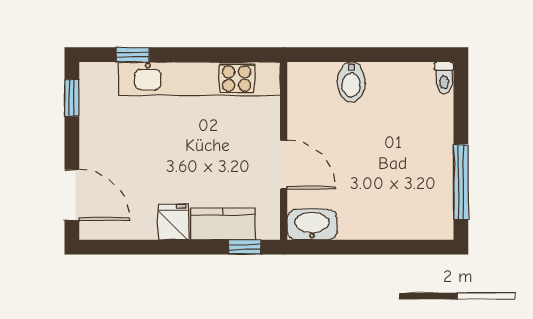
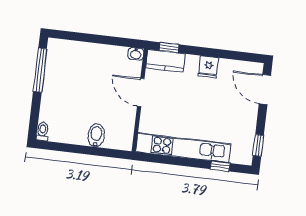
kitchen counter: (223, 224) -> (165, 61), moved
washbasin: (312, 225) -> (136, 54), width x0.52, depth x0.69

